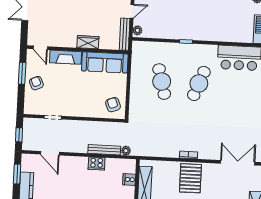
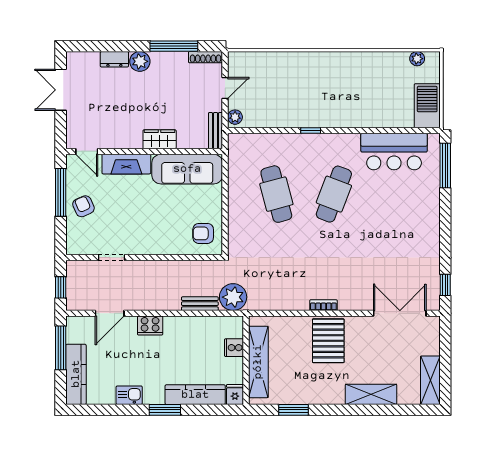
bench: (125, 34) -> (216, 131), width x0.73
window: (22, 73) -> (61, 192), width x1.44
armchair: (113, 105) -> (203, 233), turned -69
bench: (104, 150) -> (200, 304), width x0.73
plant: (126, 151) -> (233, 297), width x1.88, depth x1.88
door: (50, 153) -> (110, 313), hinge flipped
cooker: (97, 164) -> (150, 326), moved
window: (17, 174) -> (61, 348), width x1.44

